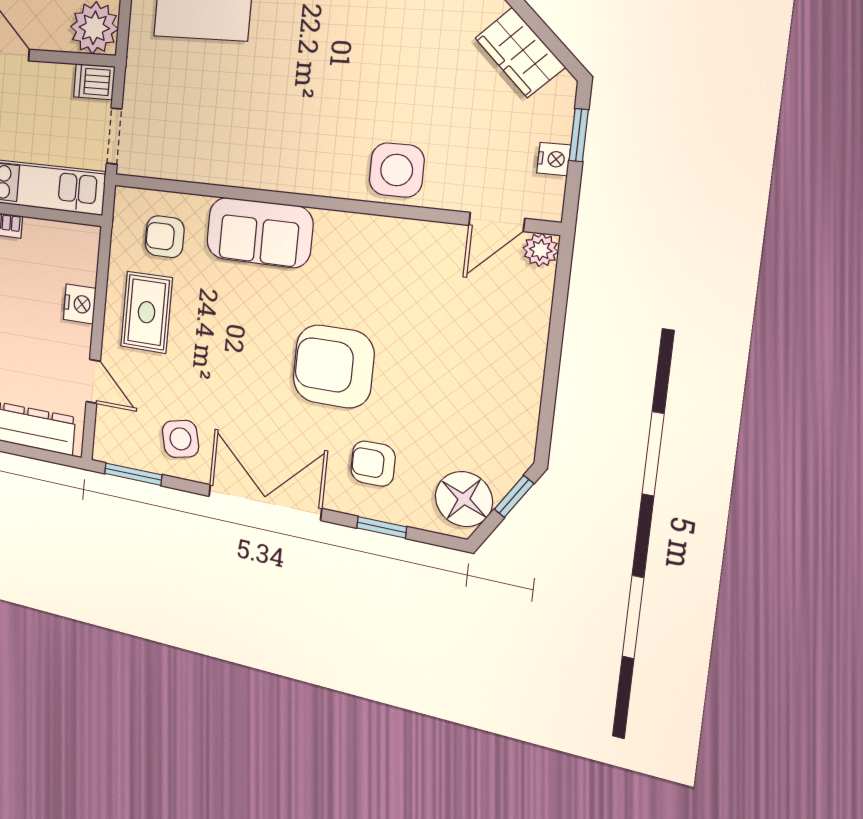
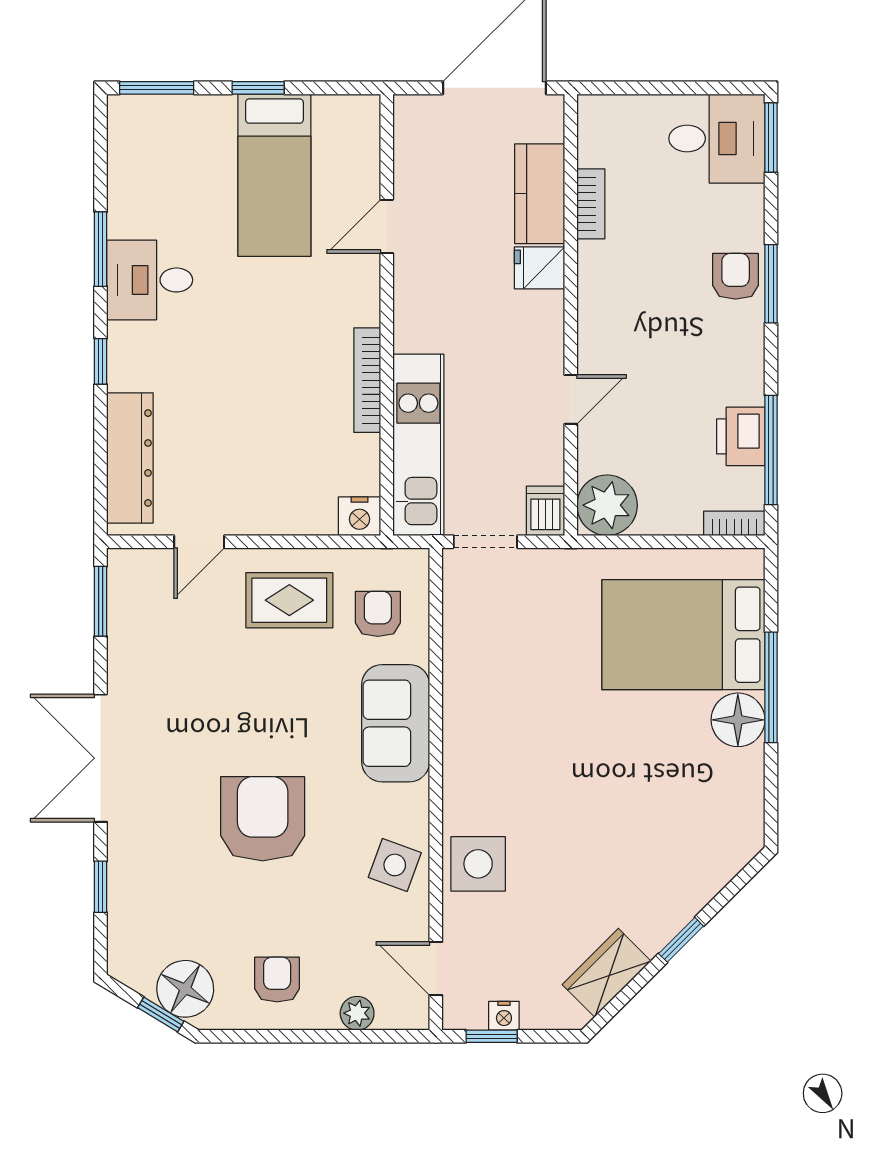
window: (579, 135) -> (492, 1036), moved
plant: (541, 250) -> (357, 1013), moved
nightstand: (80, 304) -> (360, 516), moved
side table: (180, 439) -> (395, 865), moved, turned 33
armchair: (373, 464) -> (277, 980), moved
floor lamp: (464, 499) -> (185, 989), moved
double door: (264, 502) -> (101, 758), swing flipped

